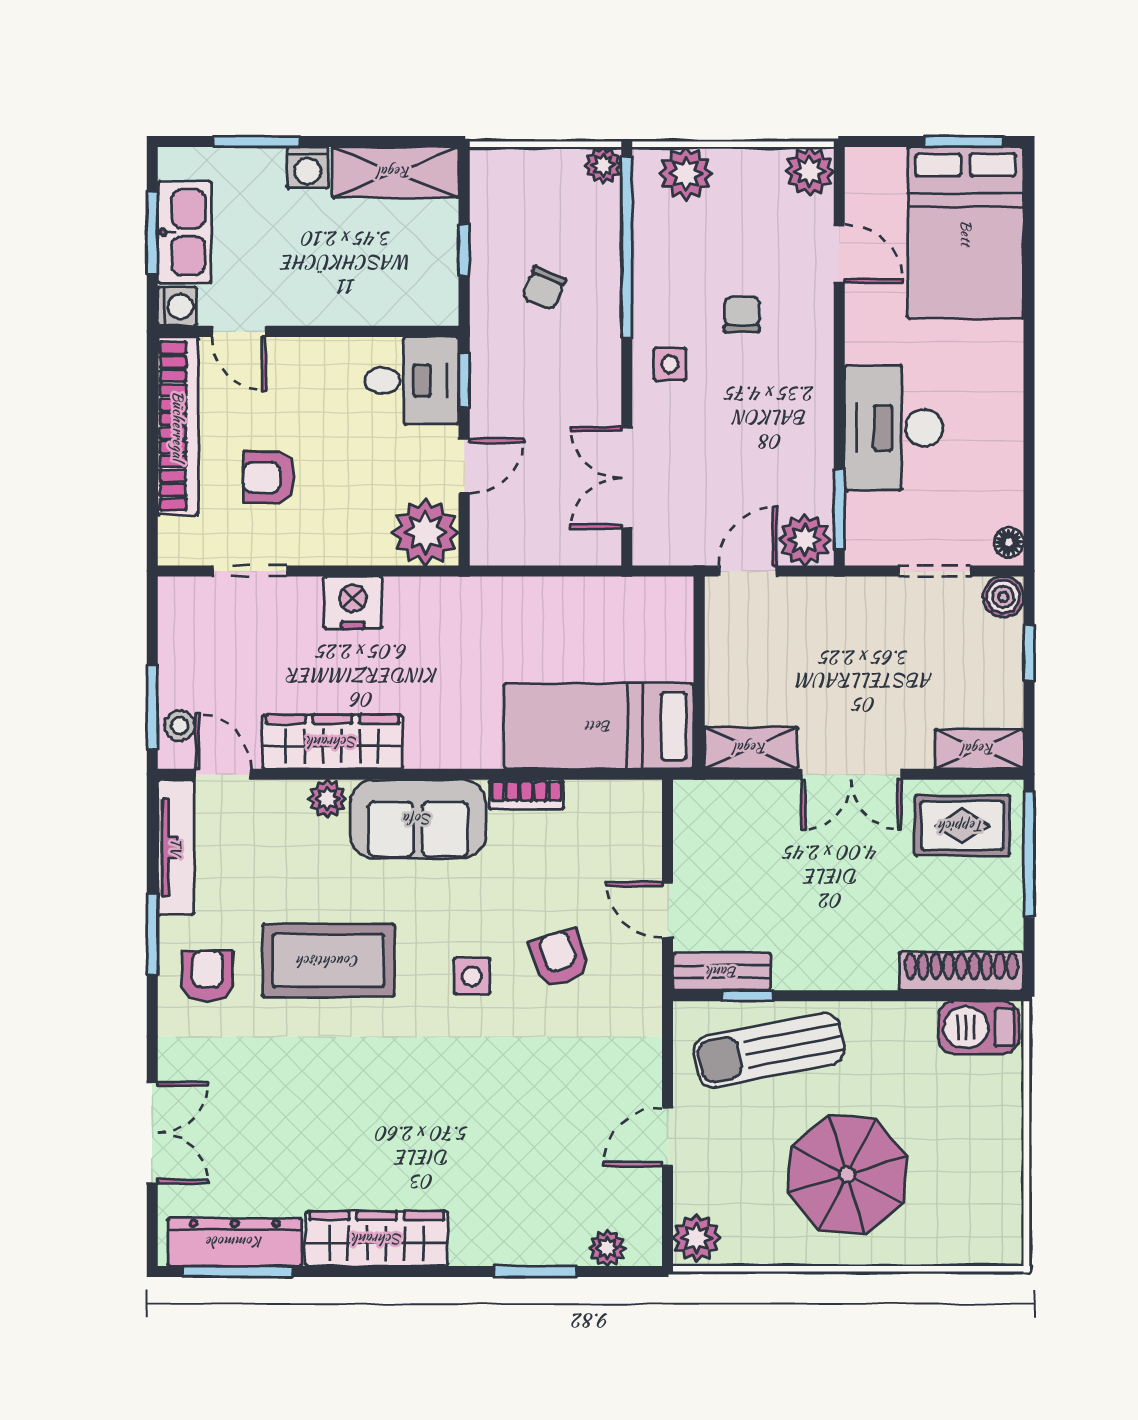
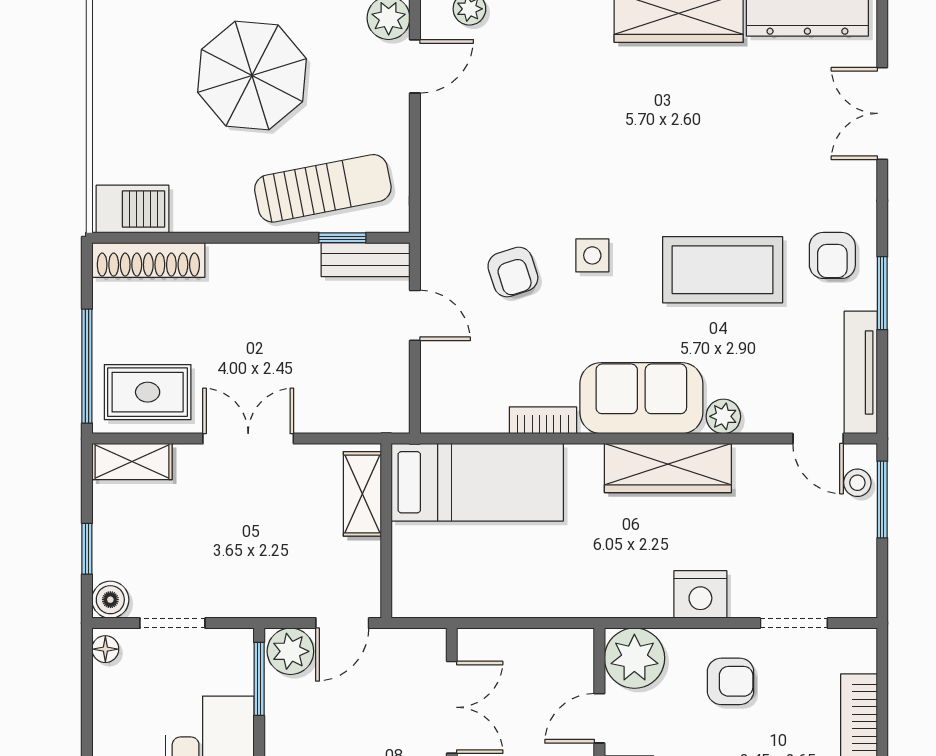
armchair: (269, 477) -> (731, 681), moved
wardrobe: (332, 742) -> (668, 468), moved
shelving: (751, 748) -> (362, 494), moved, turned 90
door: (667, 1137) -> (415, 66), moved

